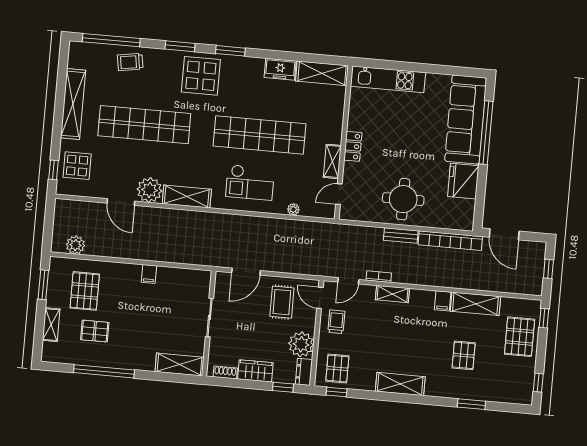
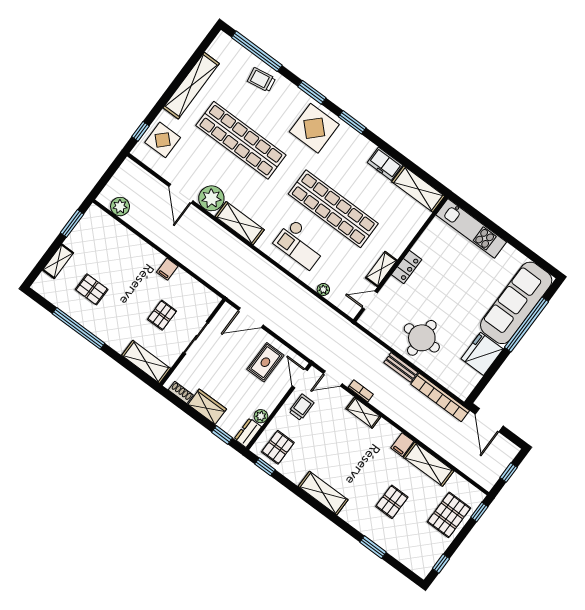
pallet: (85, 291) -> (162, 315), moved, width x0.67, depth x0.71
plant: (301, 344) -> (261, 416), width x0.53, depth x0.53

